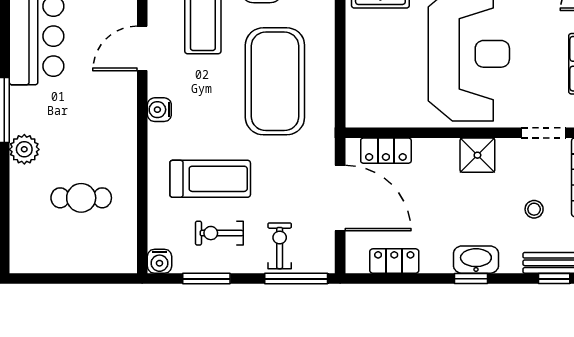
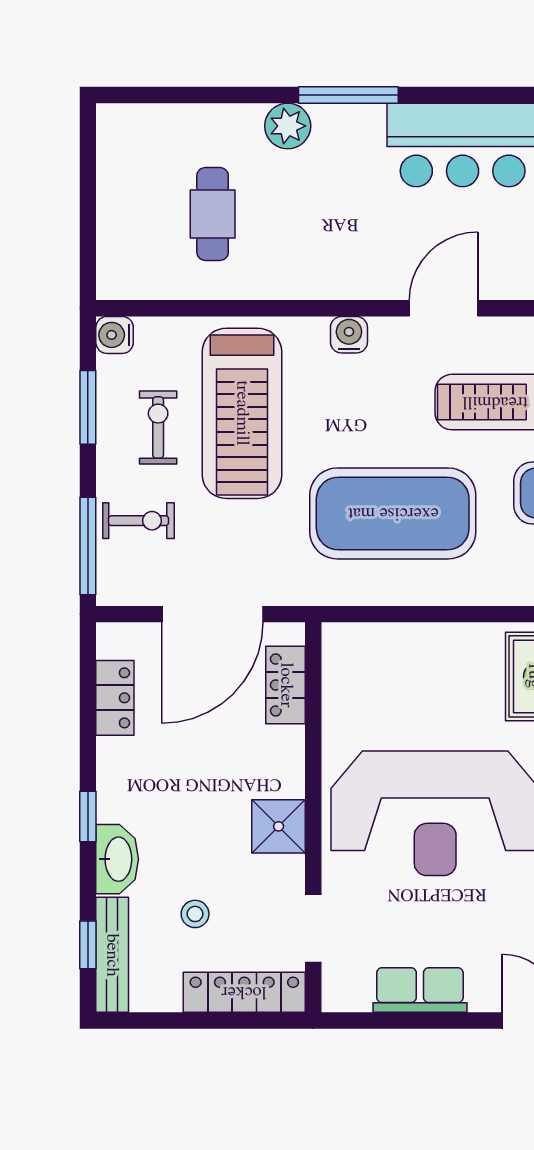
door: (142, 48) -> (444, 308), hinge flipped
treadmill: (210, 179) -> (242, 413), width x1.37, depth x1.38
washbasin: (476, 260) -> (117, 859), moved

